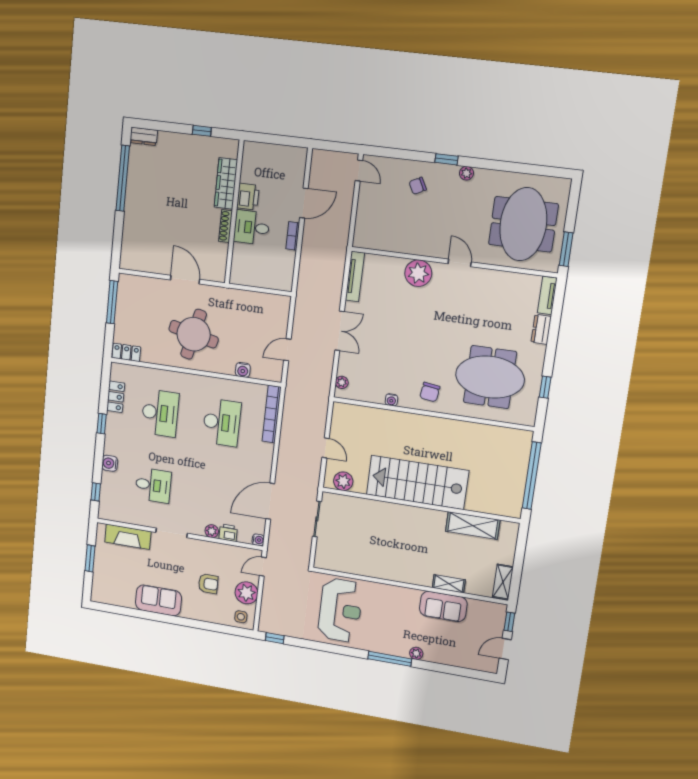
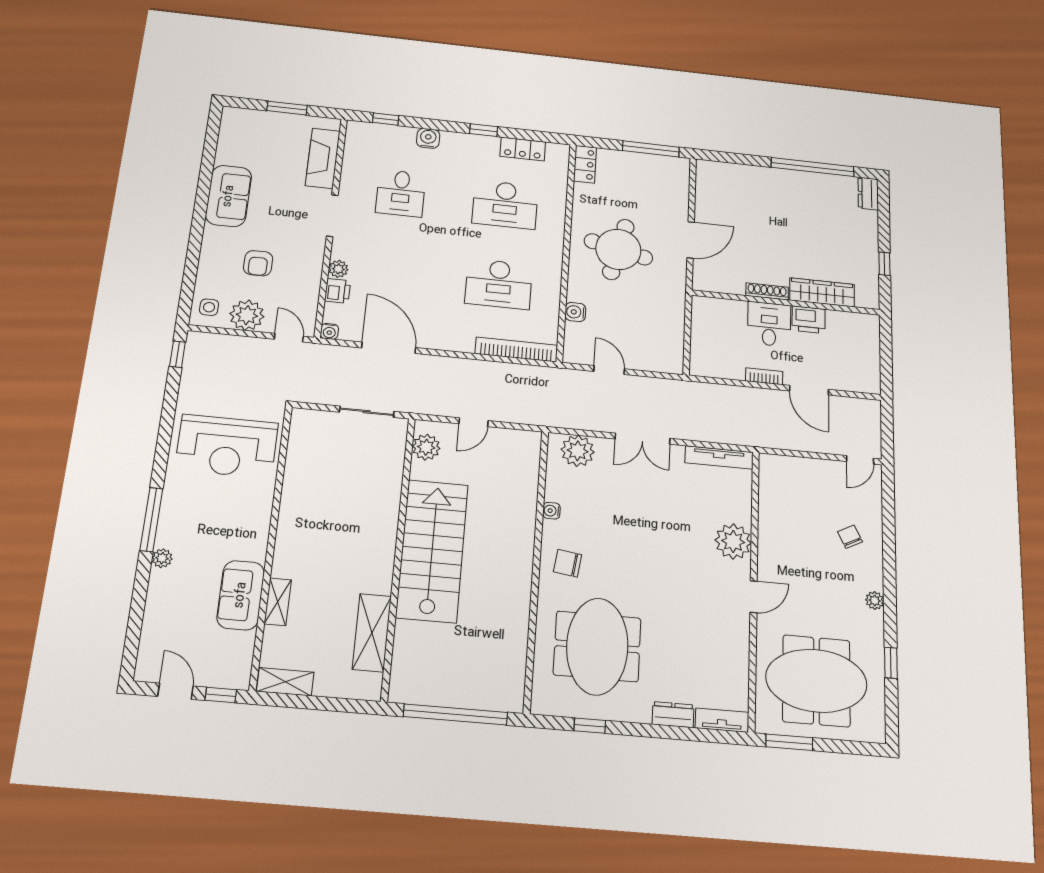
window: (446, 159) -> (891, 663), moved
plant: (342, 382) -> (578, 451), width x1.88, depth x1.88

